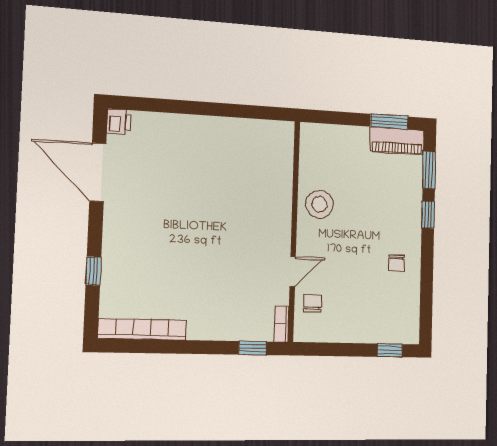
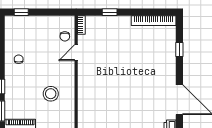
stool: (319, 204) -> (51, 94), moved
window: (252, 348) -> (110, 12), moved

